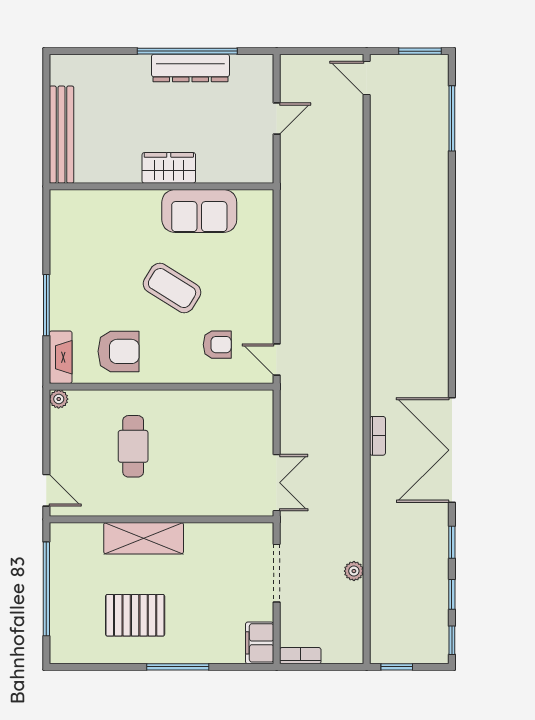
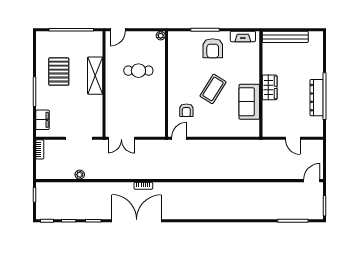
armchair: (119, 351) -> (213, 48), moved
fireplace: (61, 357) -> (243, 36), moved
filing cabinet: (260, 643) -> (43, 120), moved, turned 90

